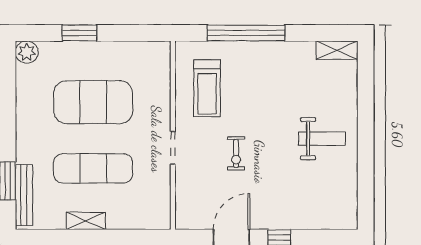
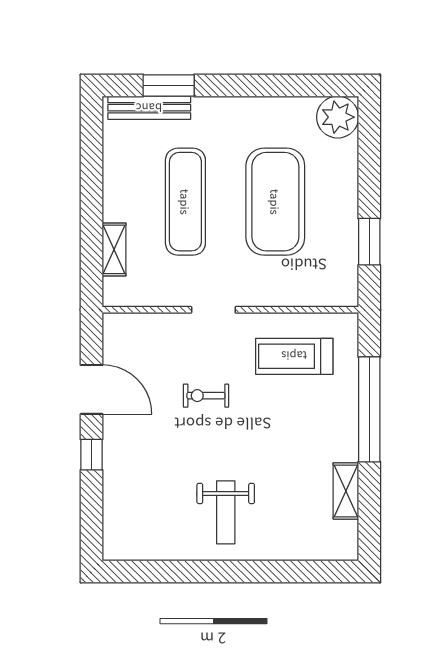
window: (79, 33) -> (369, 242), moved
shelving: (337, 50) -> (346, 491), moved
plant: (27, 52) -> (338, 117), width x1.36, depth x1.36
shelving: (86, 221) -> (114, 249), moved

